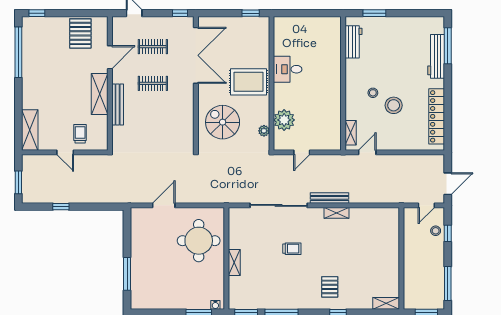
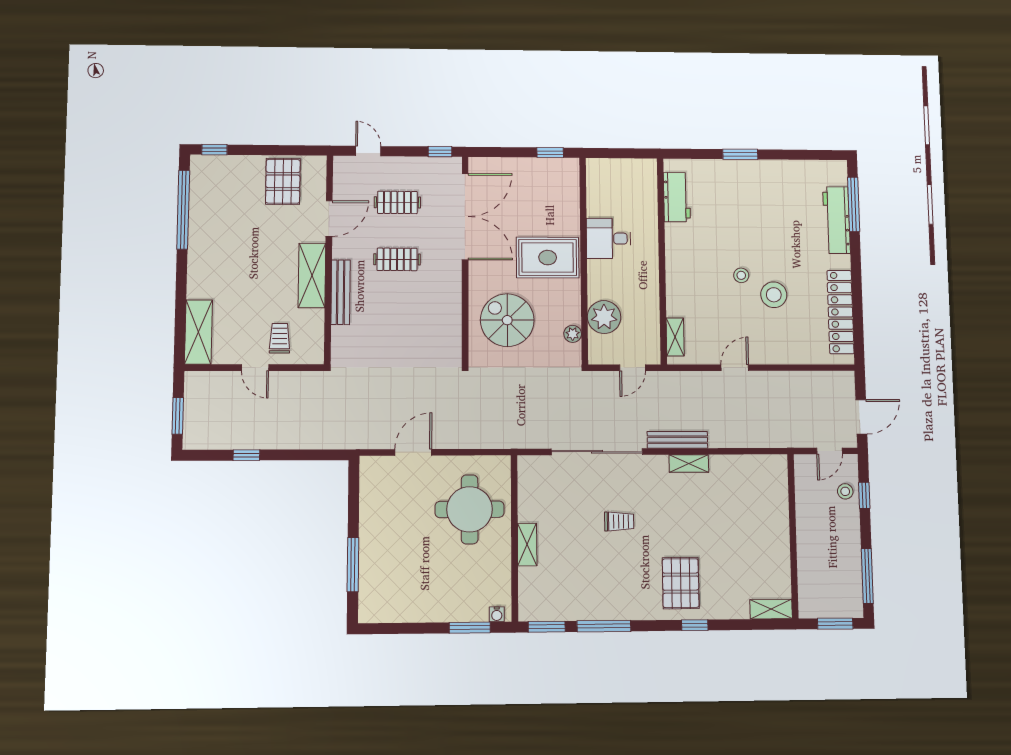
workbench: (353, 42) -> (677, 197), moved
wall: (343, 83) -> (662, 261), moved
shelving: (351, 133) -> (675, 337), moved
pallet: (330, 287) -> (681, 583), width x1.50, depth x1.42

